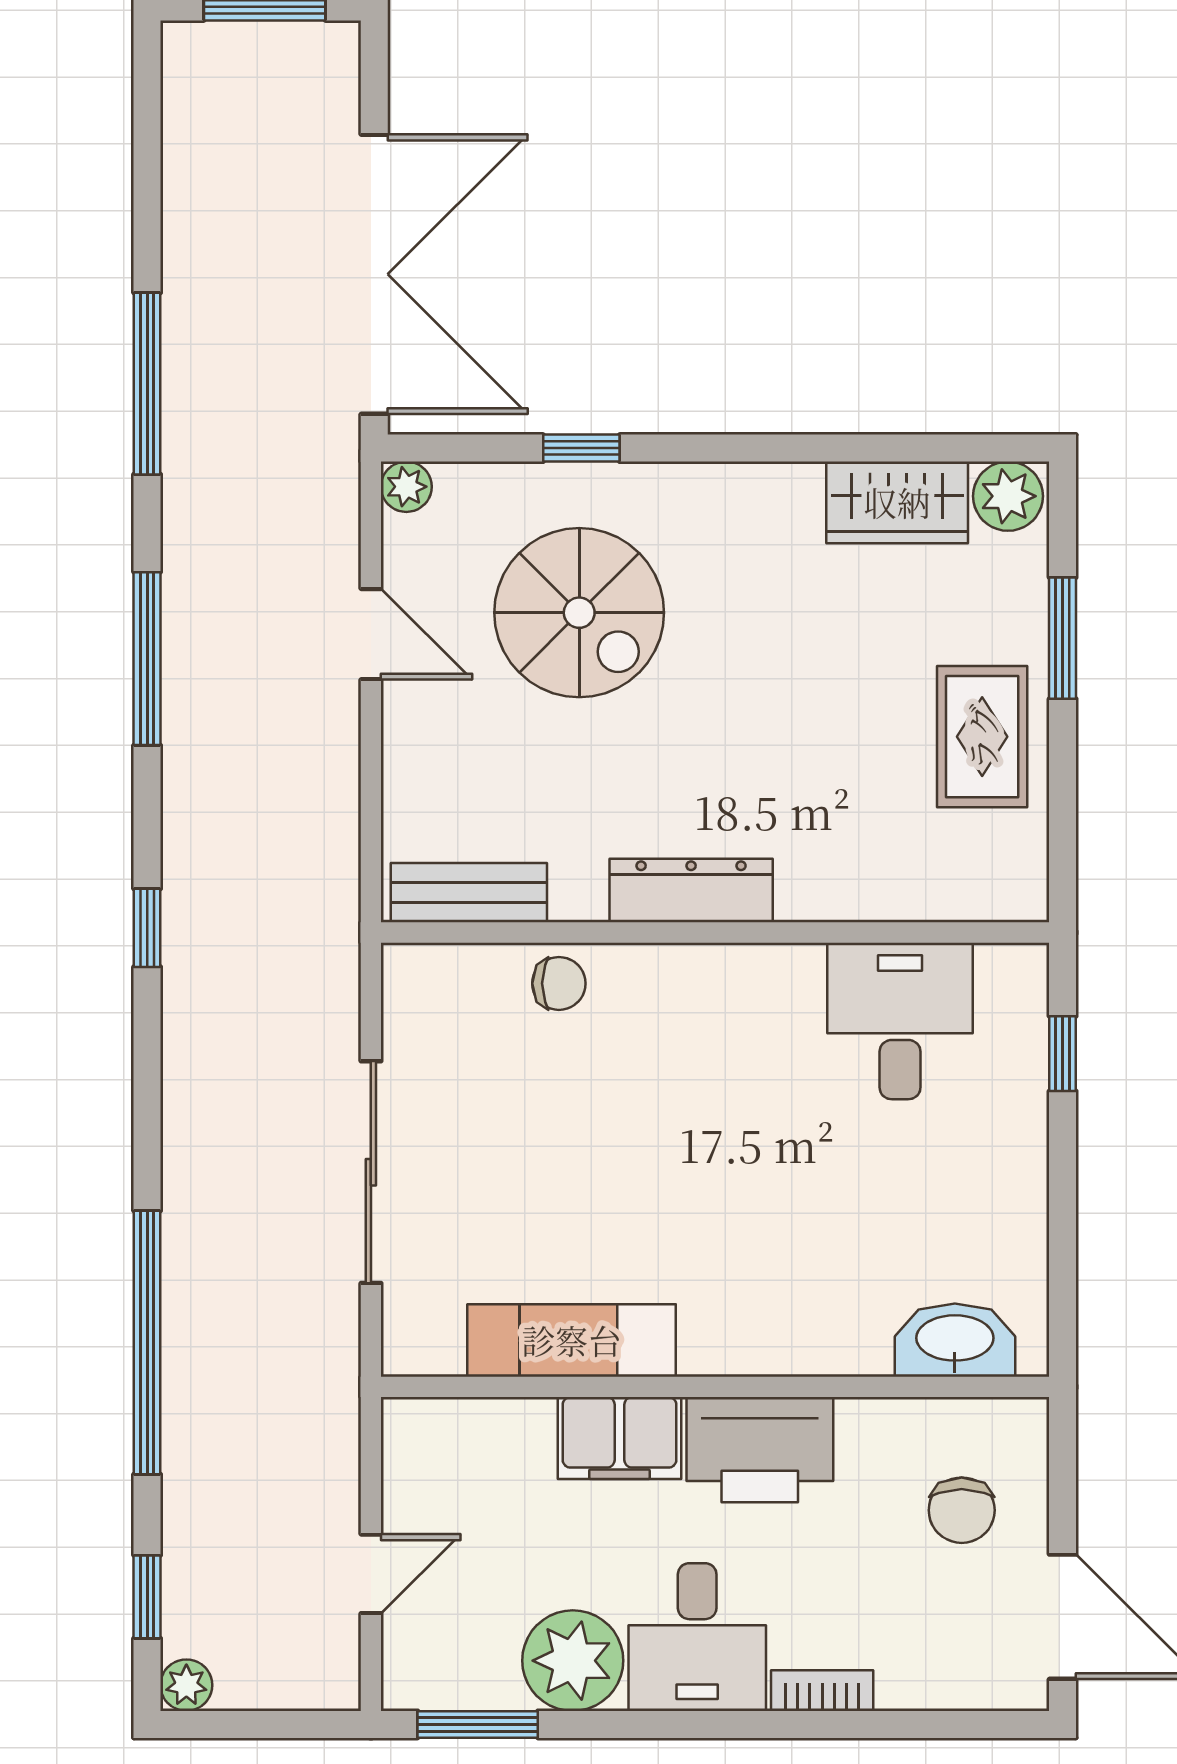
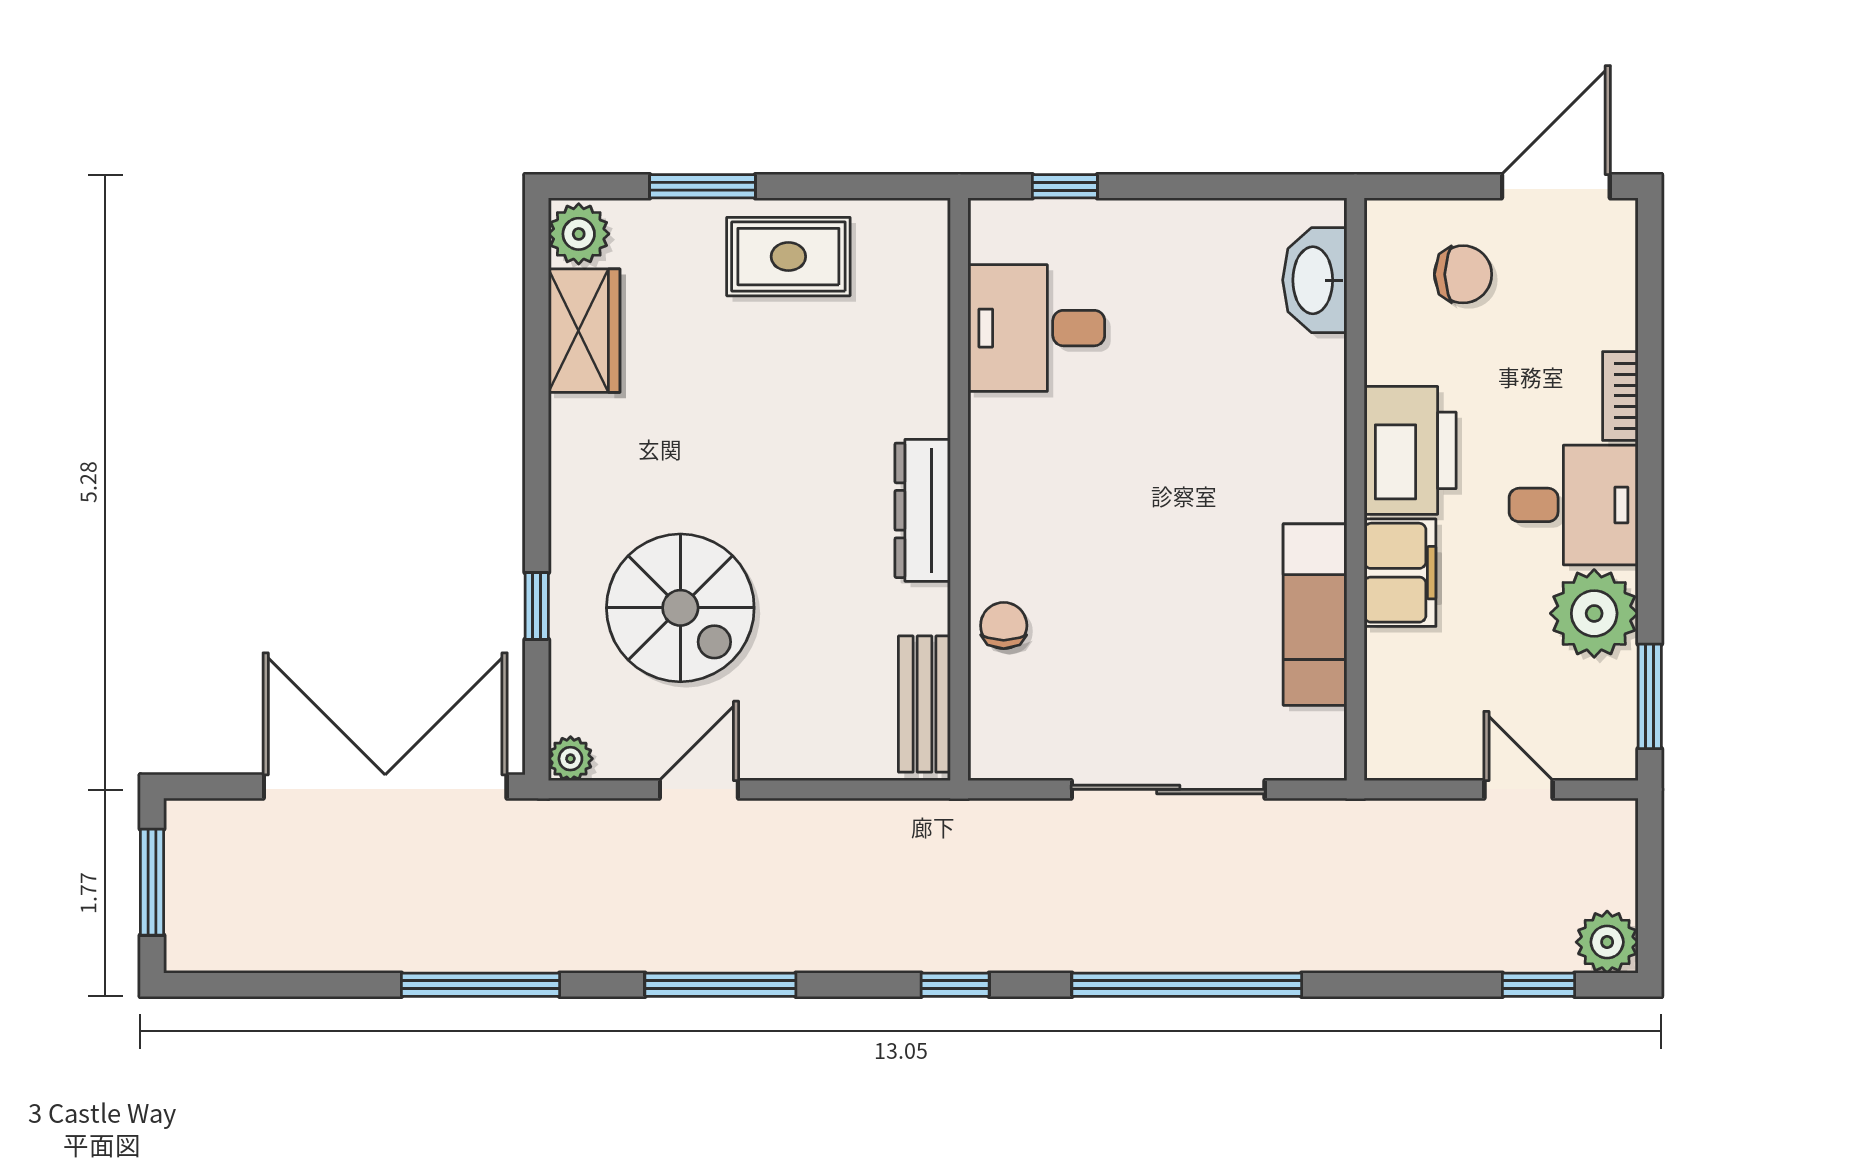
spiral stairs: (579, 613) -> (680, 608), turned 90
window: (147, 1342) -> (1187, 985), moved
plant: (186, 1685) -> (1607, 942), width x1.38, depth x1.38

